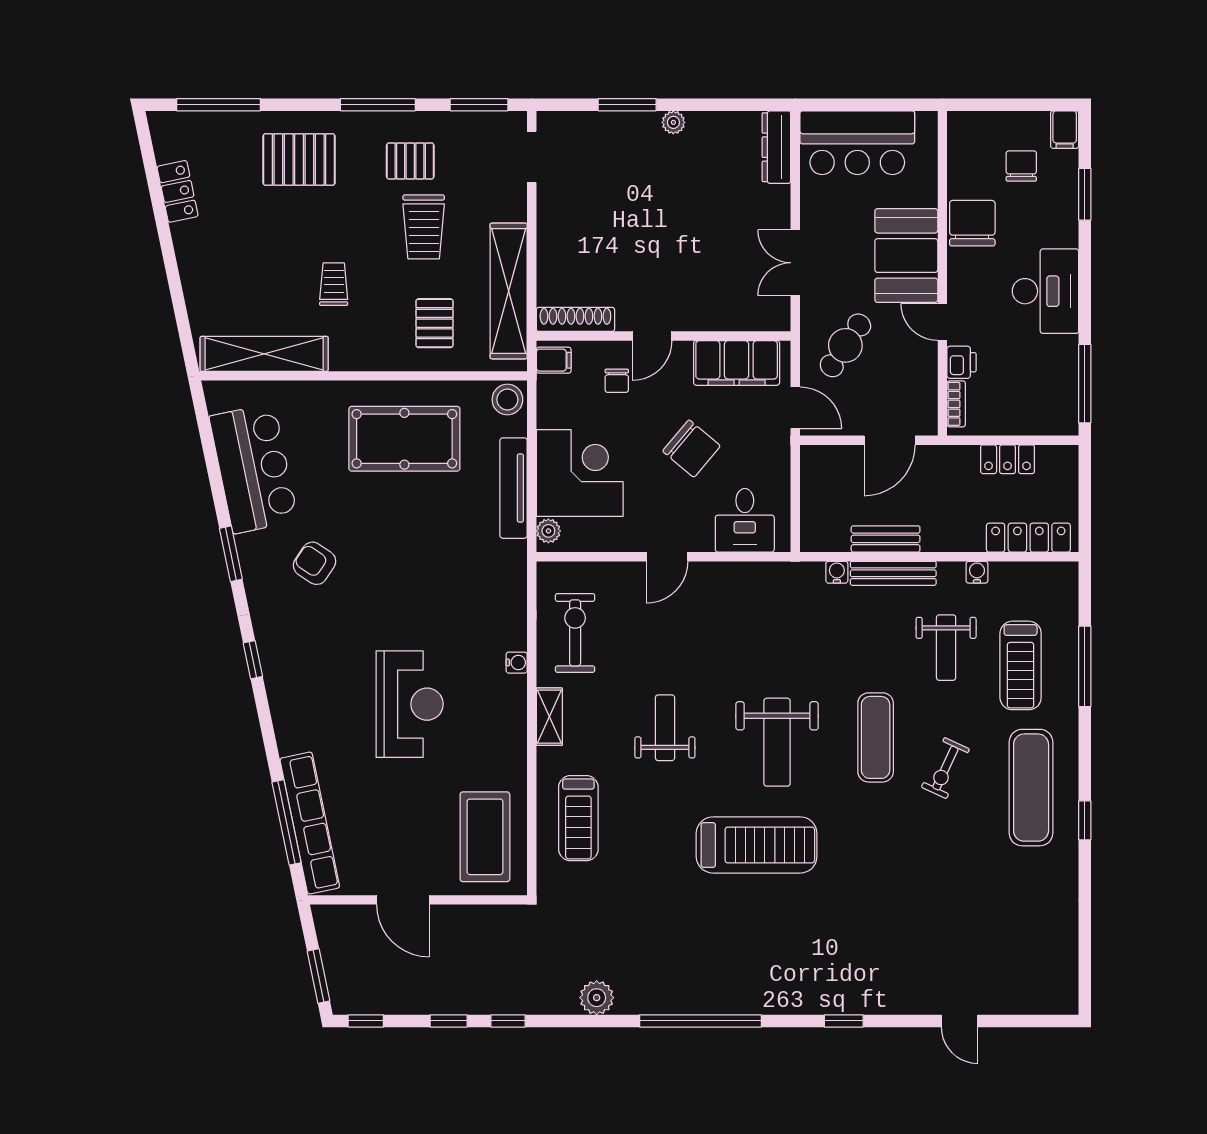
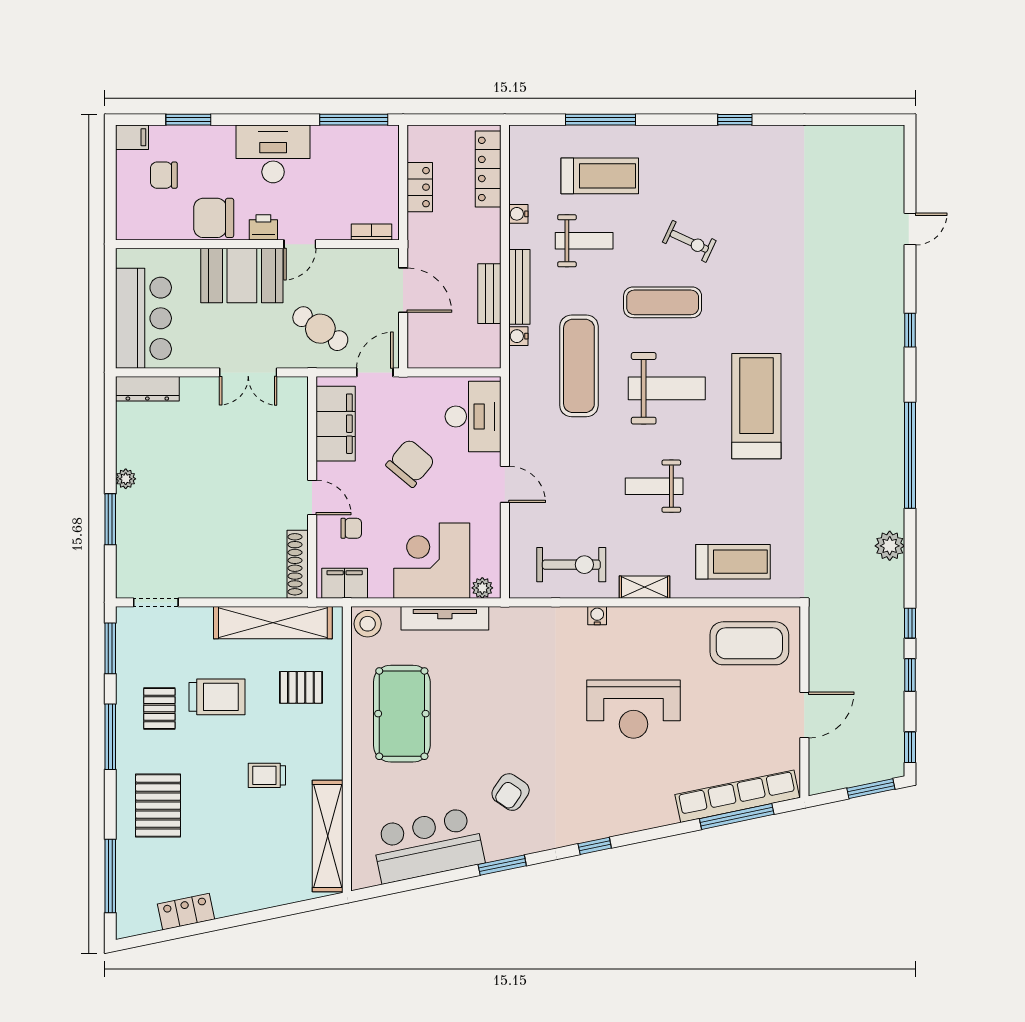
filing cabinet: (554, 360) -> (345, 583), width x2.00
printer: (962, 362) -> (263, 227), moved
desk: (745, 520) -> (473, 416), width x1.37
exercise bike: (575, 633) -> (571, 565), turned 180
reception desk: (410, 704) -> (634, 709), turned 180
exercise mat: (1031, 788) -> (579, 366), moved, turned 90

